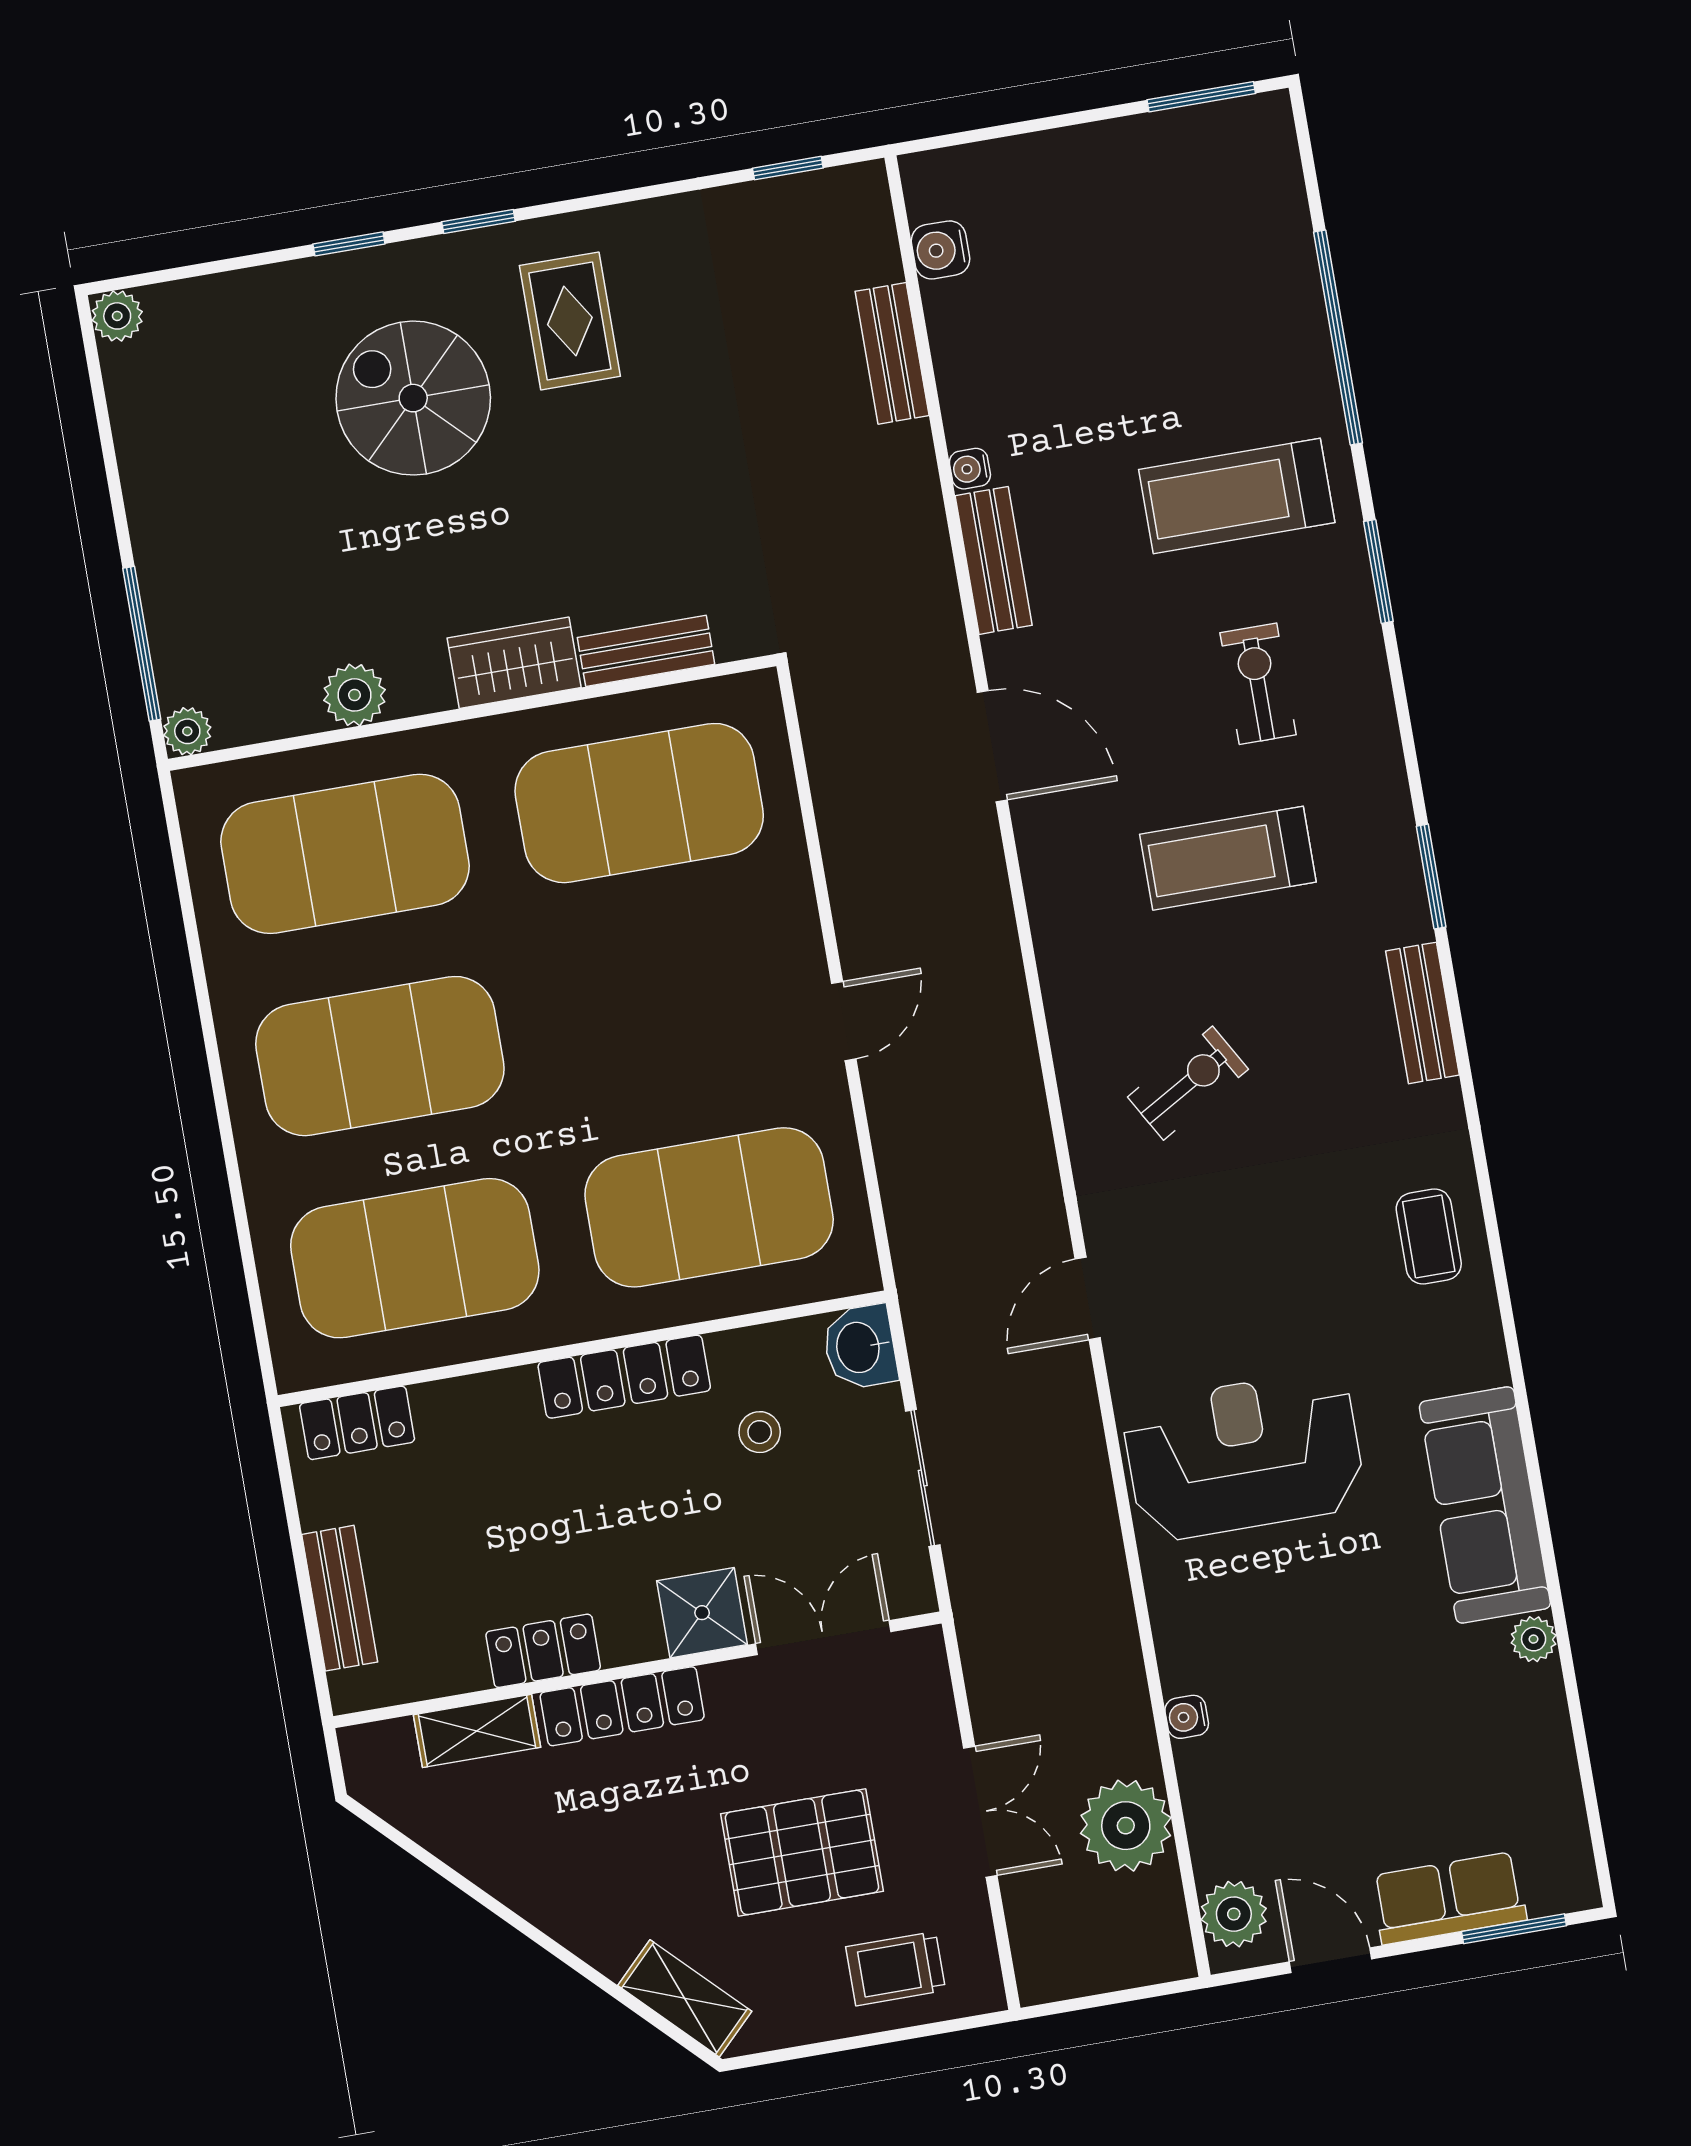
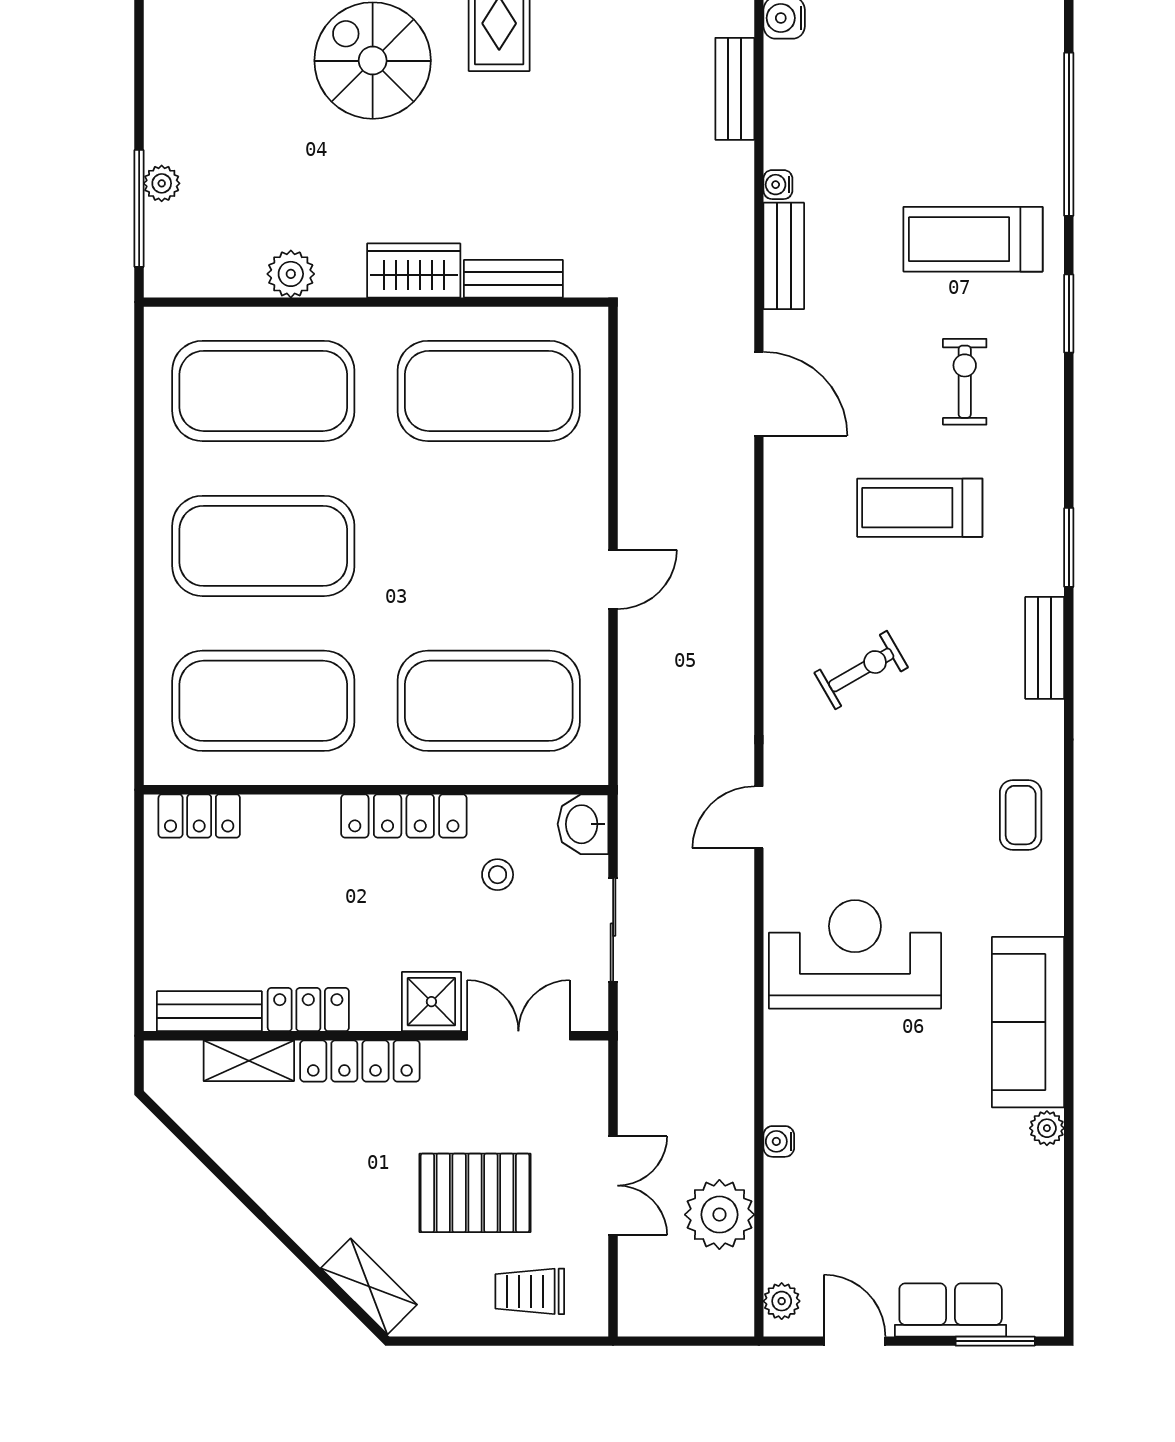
plant: (187, 731) -> (162, 183), moved
bench: (340, 1598) -> (209, 1011), moved, turned 90
plant: (1234, 1914) -> (782, 1301), width x0.73, depth x0.73

